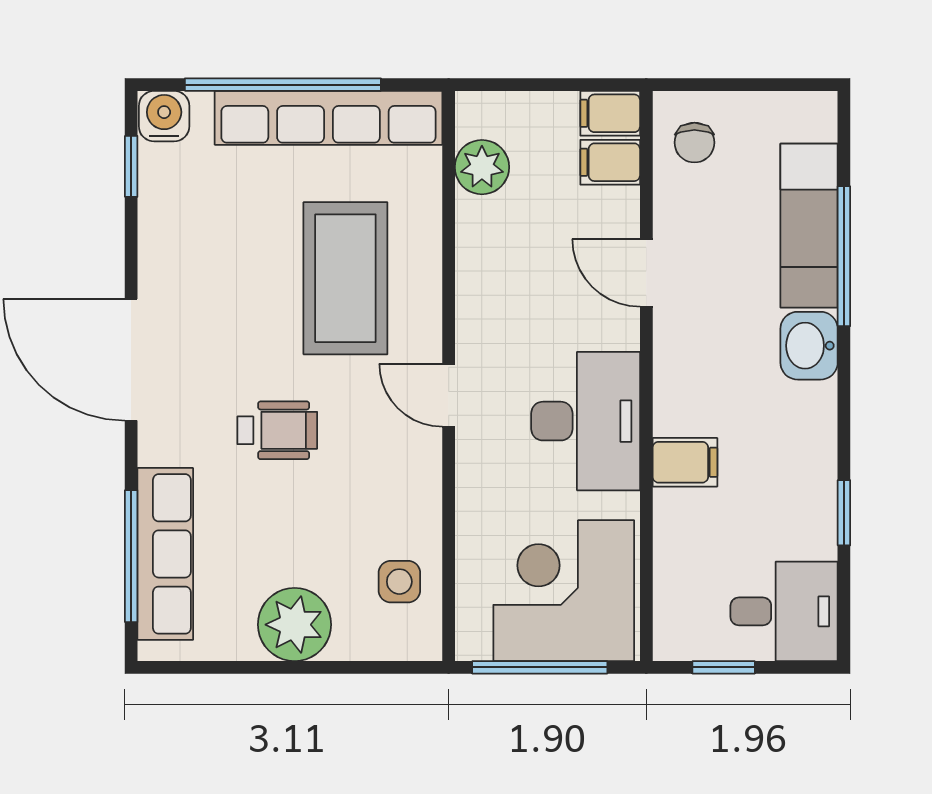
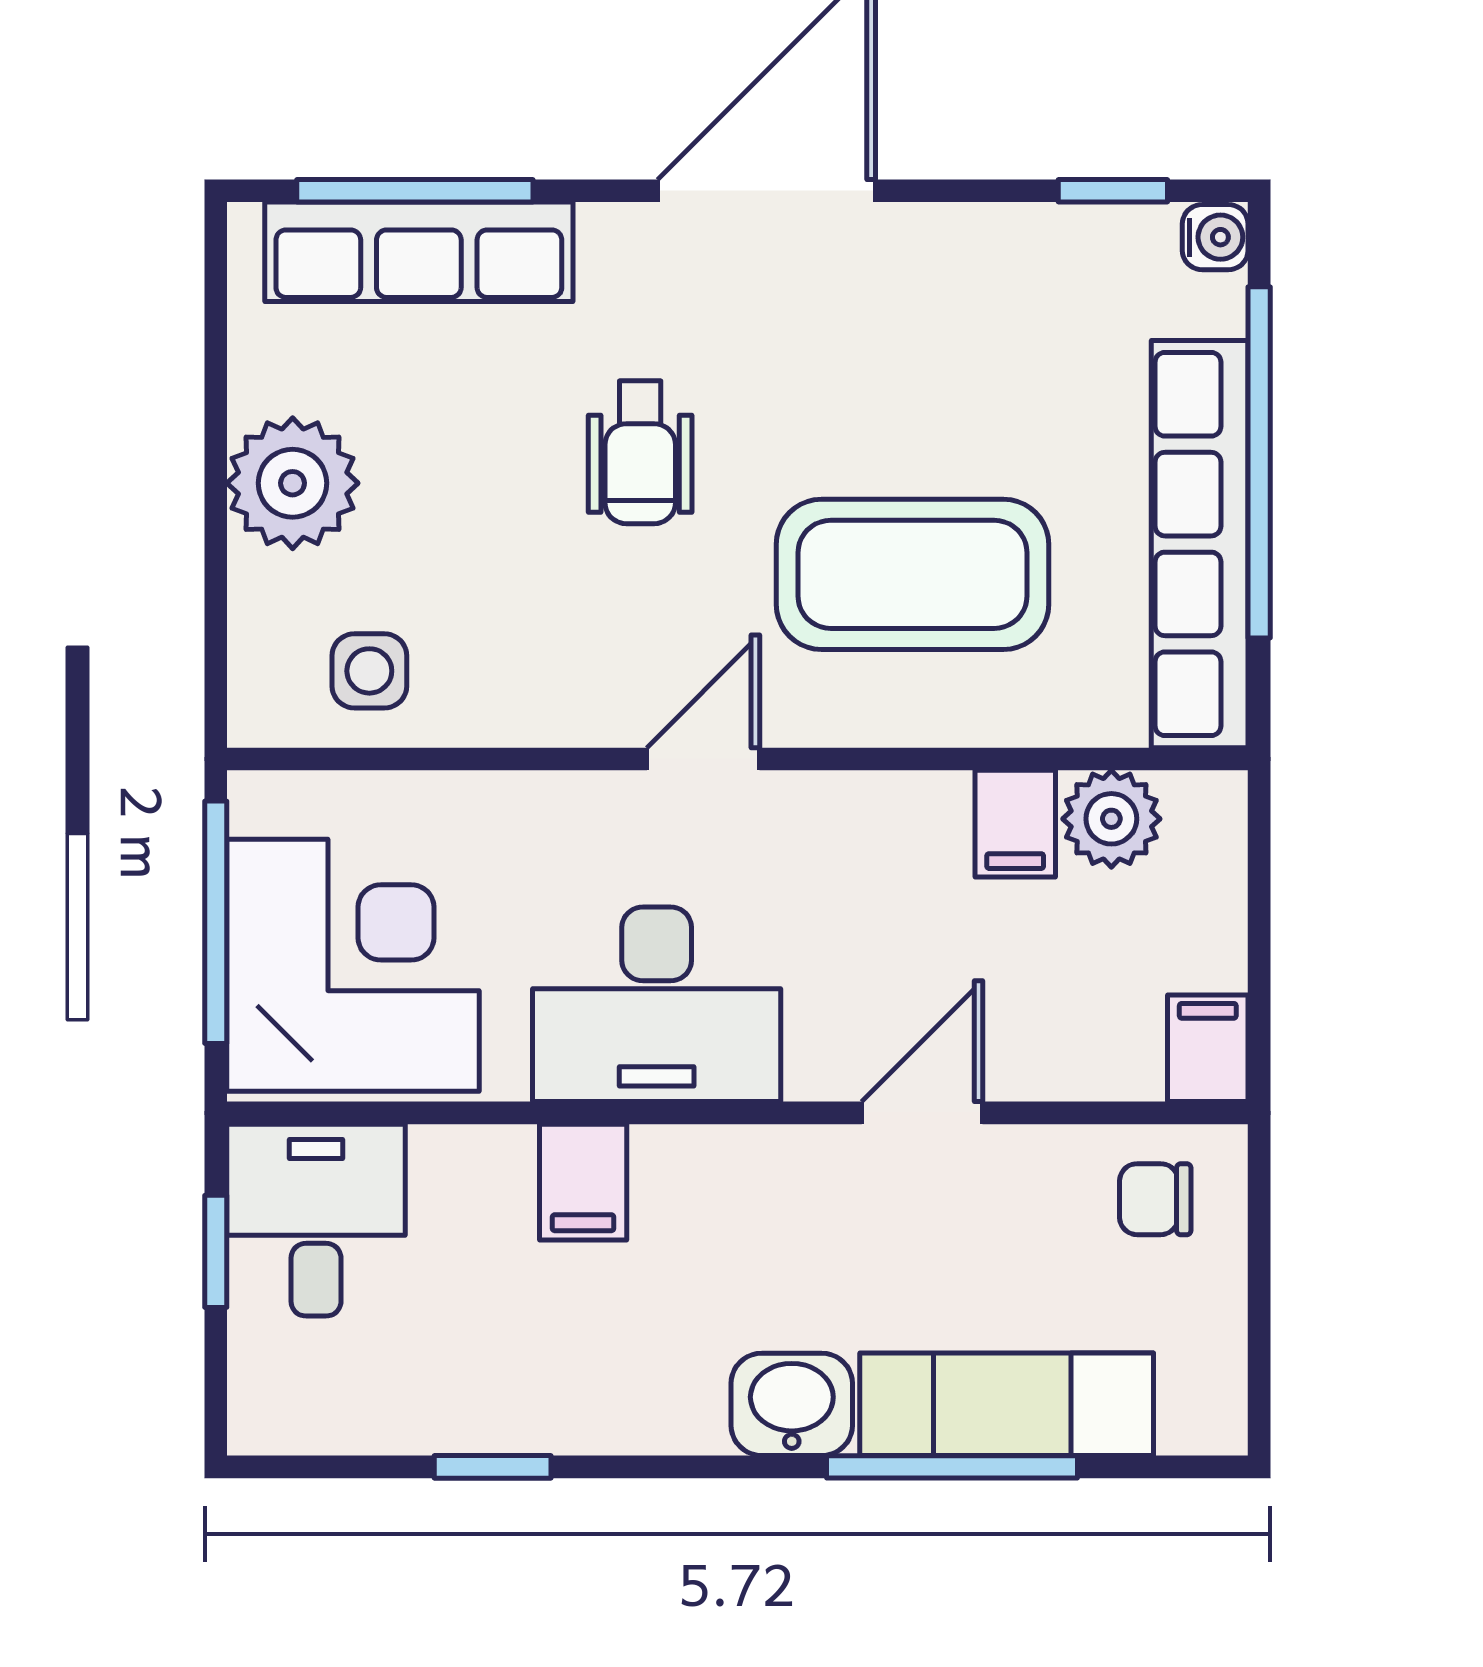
water cooler: (164, 116) -> (1215, 237), width x0.72, depth x0.72
filing cabinet: (610, 162) -> (1015, 824), moved, turned 180
desk: (784, 611) -> (316, 1220), moved, turned 180

